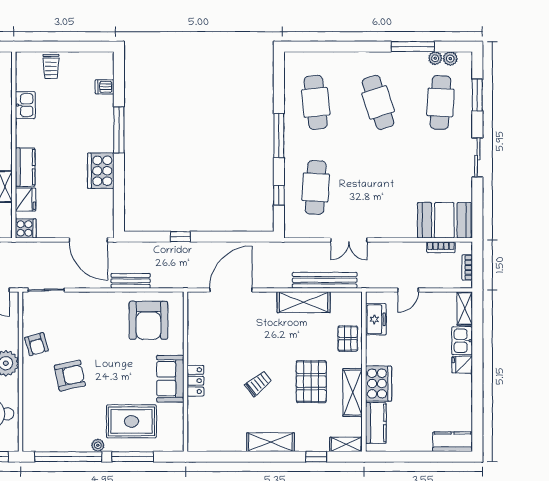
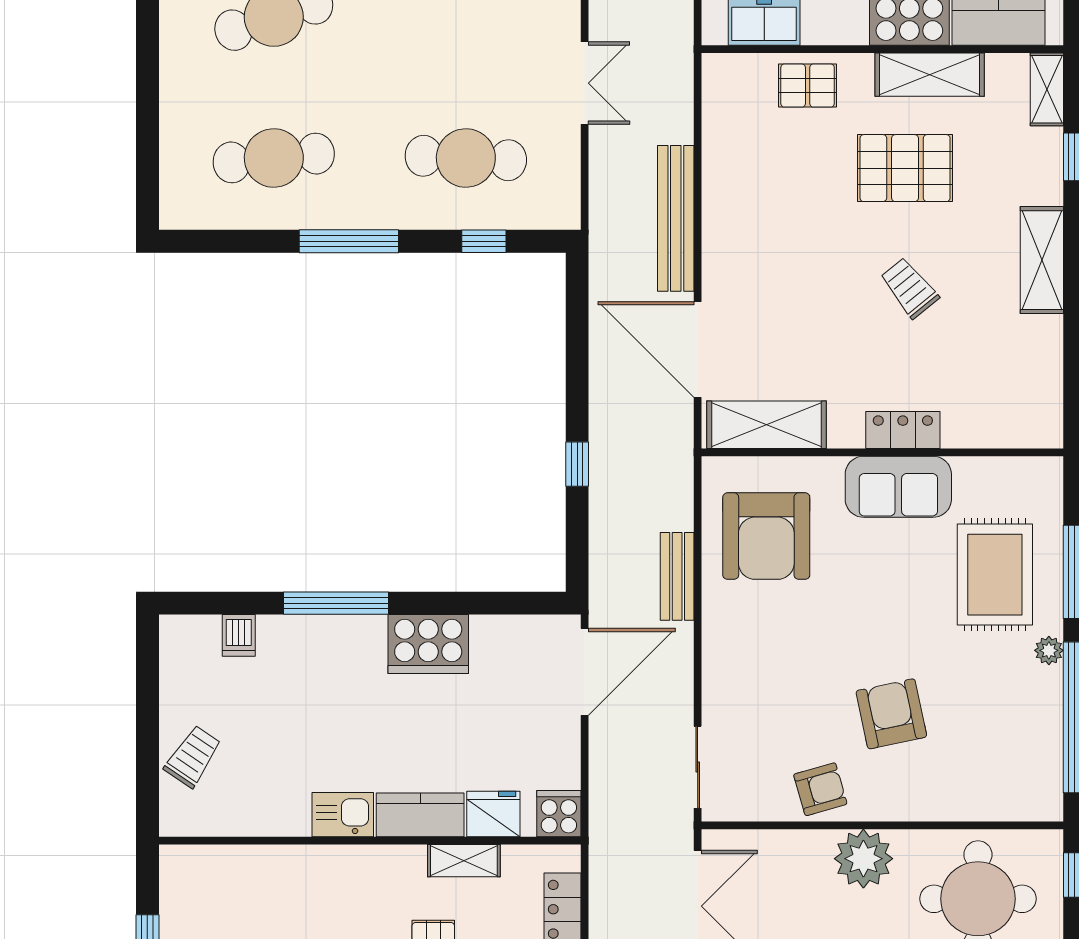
trolley: (51, 67) -> (193, 757), turned -56
kitchen sink: (25, 105) -> (343, 815), moved
bench: (325, 280) -> (676, 218), moved
shelving: (304, 302) -> (767, 425), moved, turned 90
armchair: (148, 320) -> (766, 536), turned 90

